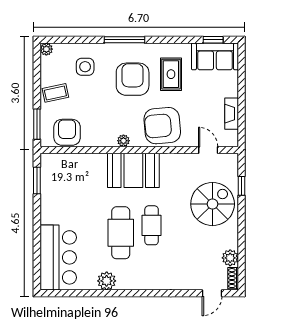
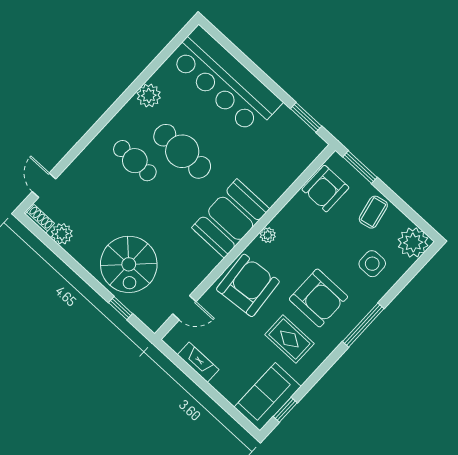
plant: (46, 49) -> (413, 242), width x1.88, depth x1.88
armchair: (67, 132) -> (325, 189), turned 90
cafe table: (152, 225) -> (135, 161), moved
bar counter: (58, 257) -> (225, 80), width x1.36

